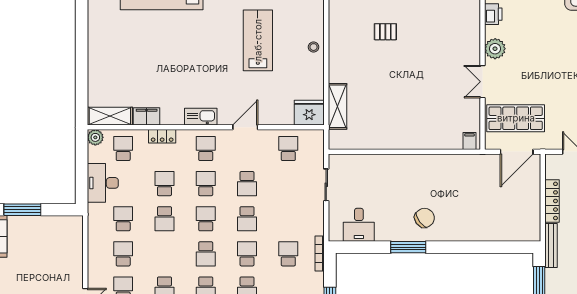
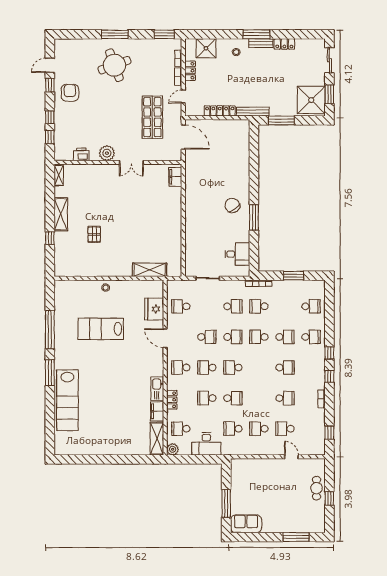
fridge: (309, 113) -> (154, 309), moved
kitchen sink: (201, 117) -> (157, 389), moved
shop shelf: (516, 118) -> (152, 117), moved
filing cabinet: (470, 141) -> (175, 177), width x2.00
school desk: (206, 254) -> (233, 306), moved

